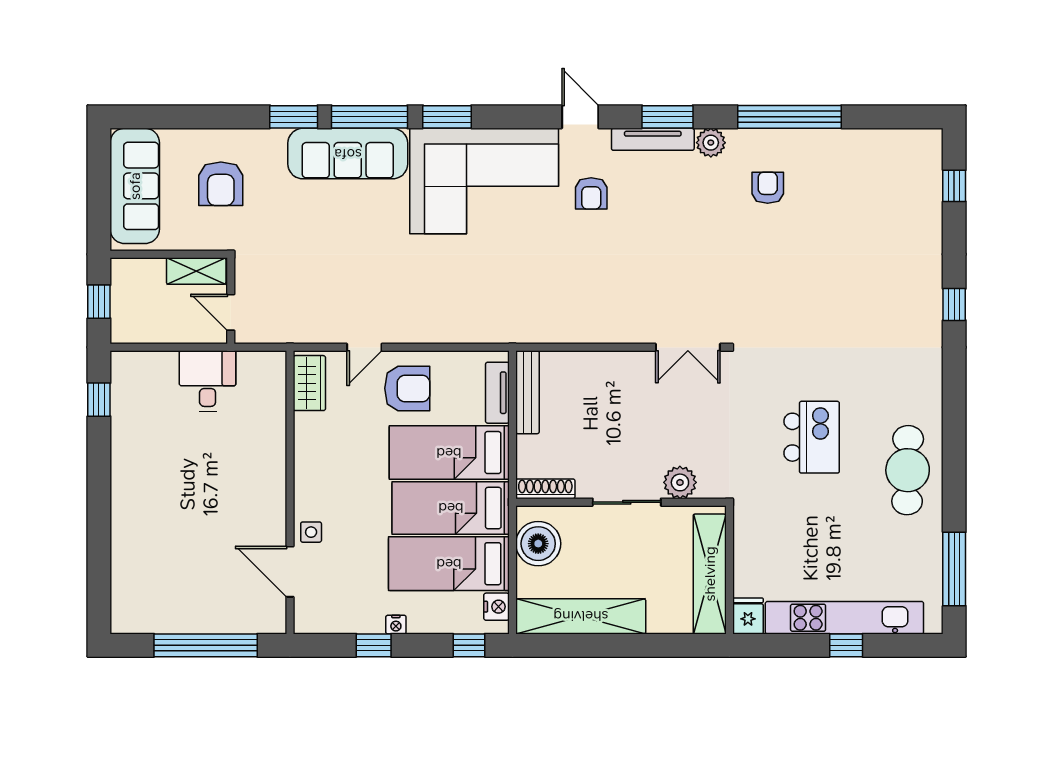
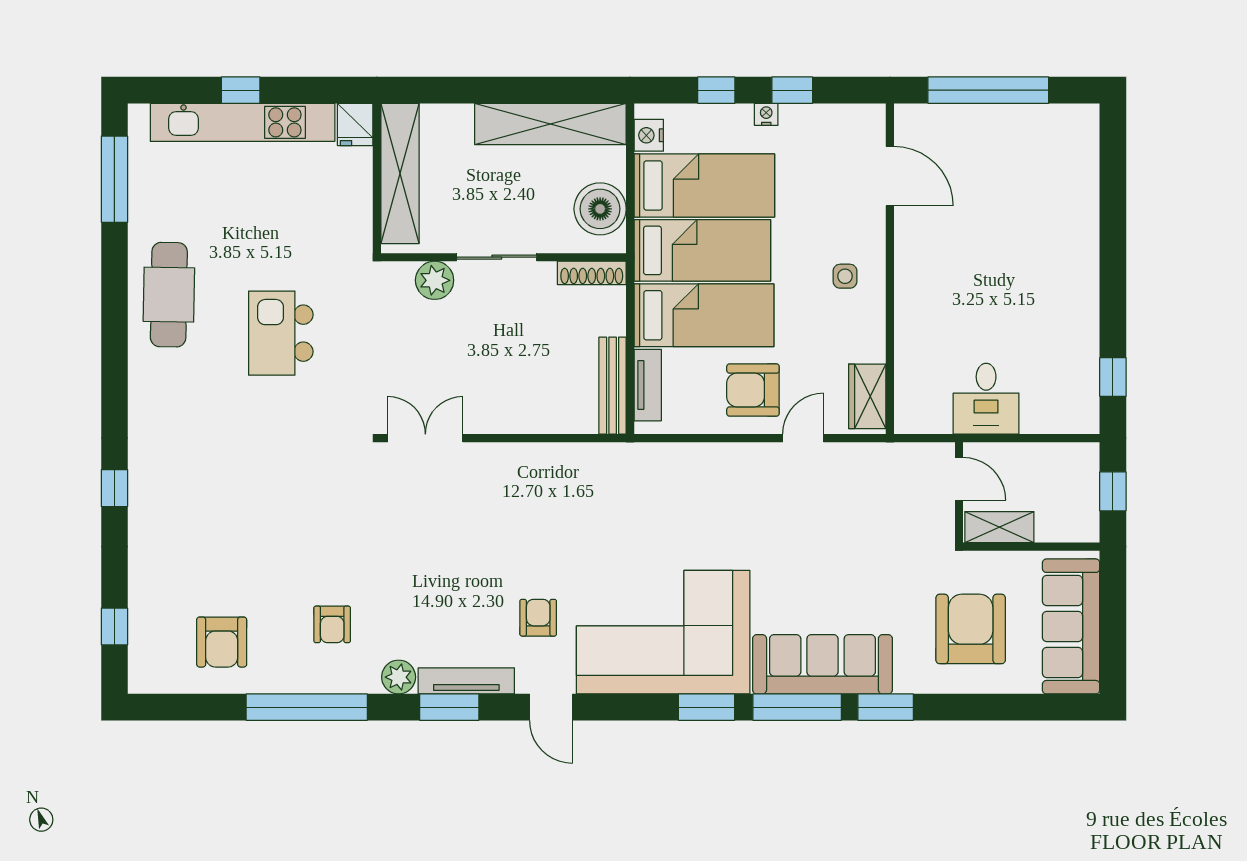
armchair: (862, 173) -> (222, 642), added
armchair: (221, 184) -> (971, 629), width x1.36, depth x1.36
side table: (311, 532) -> (845, 276), moved
window: (469, 645) -> (716, 90), moved

